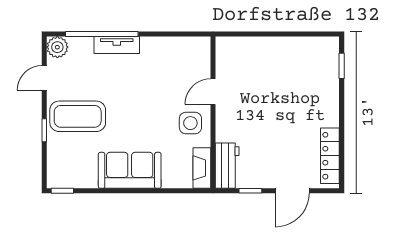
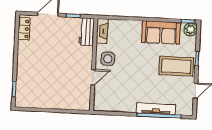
tv unit: (117, 45) -> (156, 109), width x1.41
plant: (57, 47) -> (190, 29), moved
locker: (330, 156) -> (24, 29), width x0.66
sofa: (130, 170) -> (161, 32), moved

